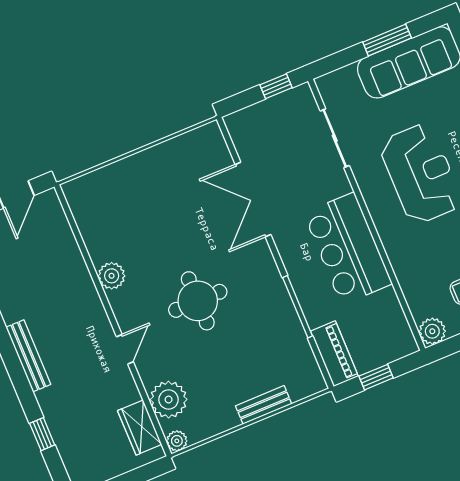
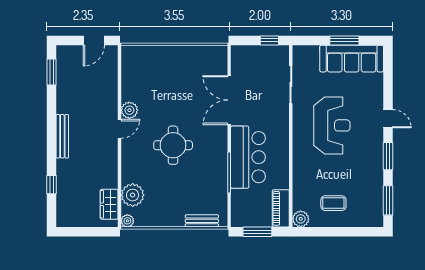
bar counter: (348, 248) -> (248, 157), moved, turned 180
door: (125, 349) -> (119, 129), moved
piano: (334, 354) -> (281, 208), moved, turned 180
window: (376, 377) -> (257, 232), width x1.50
bench: (264, 405) -> (202, 221), moved

